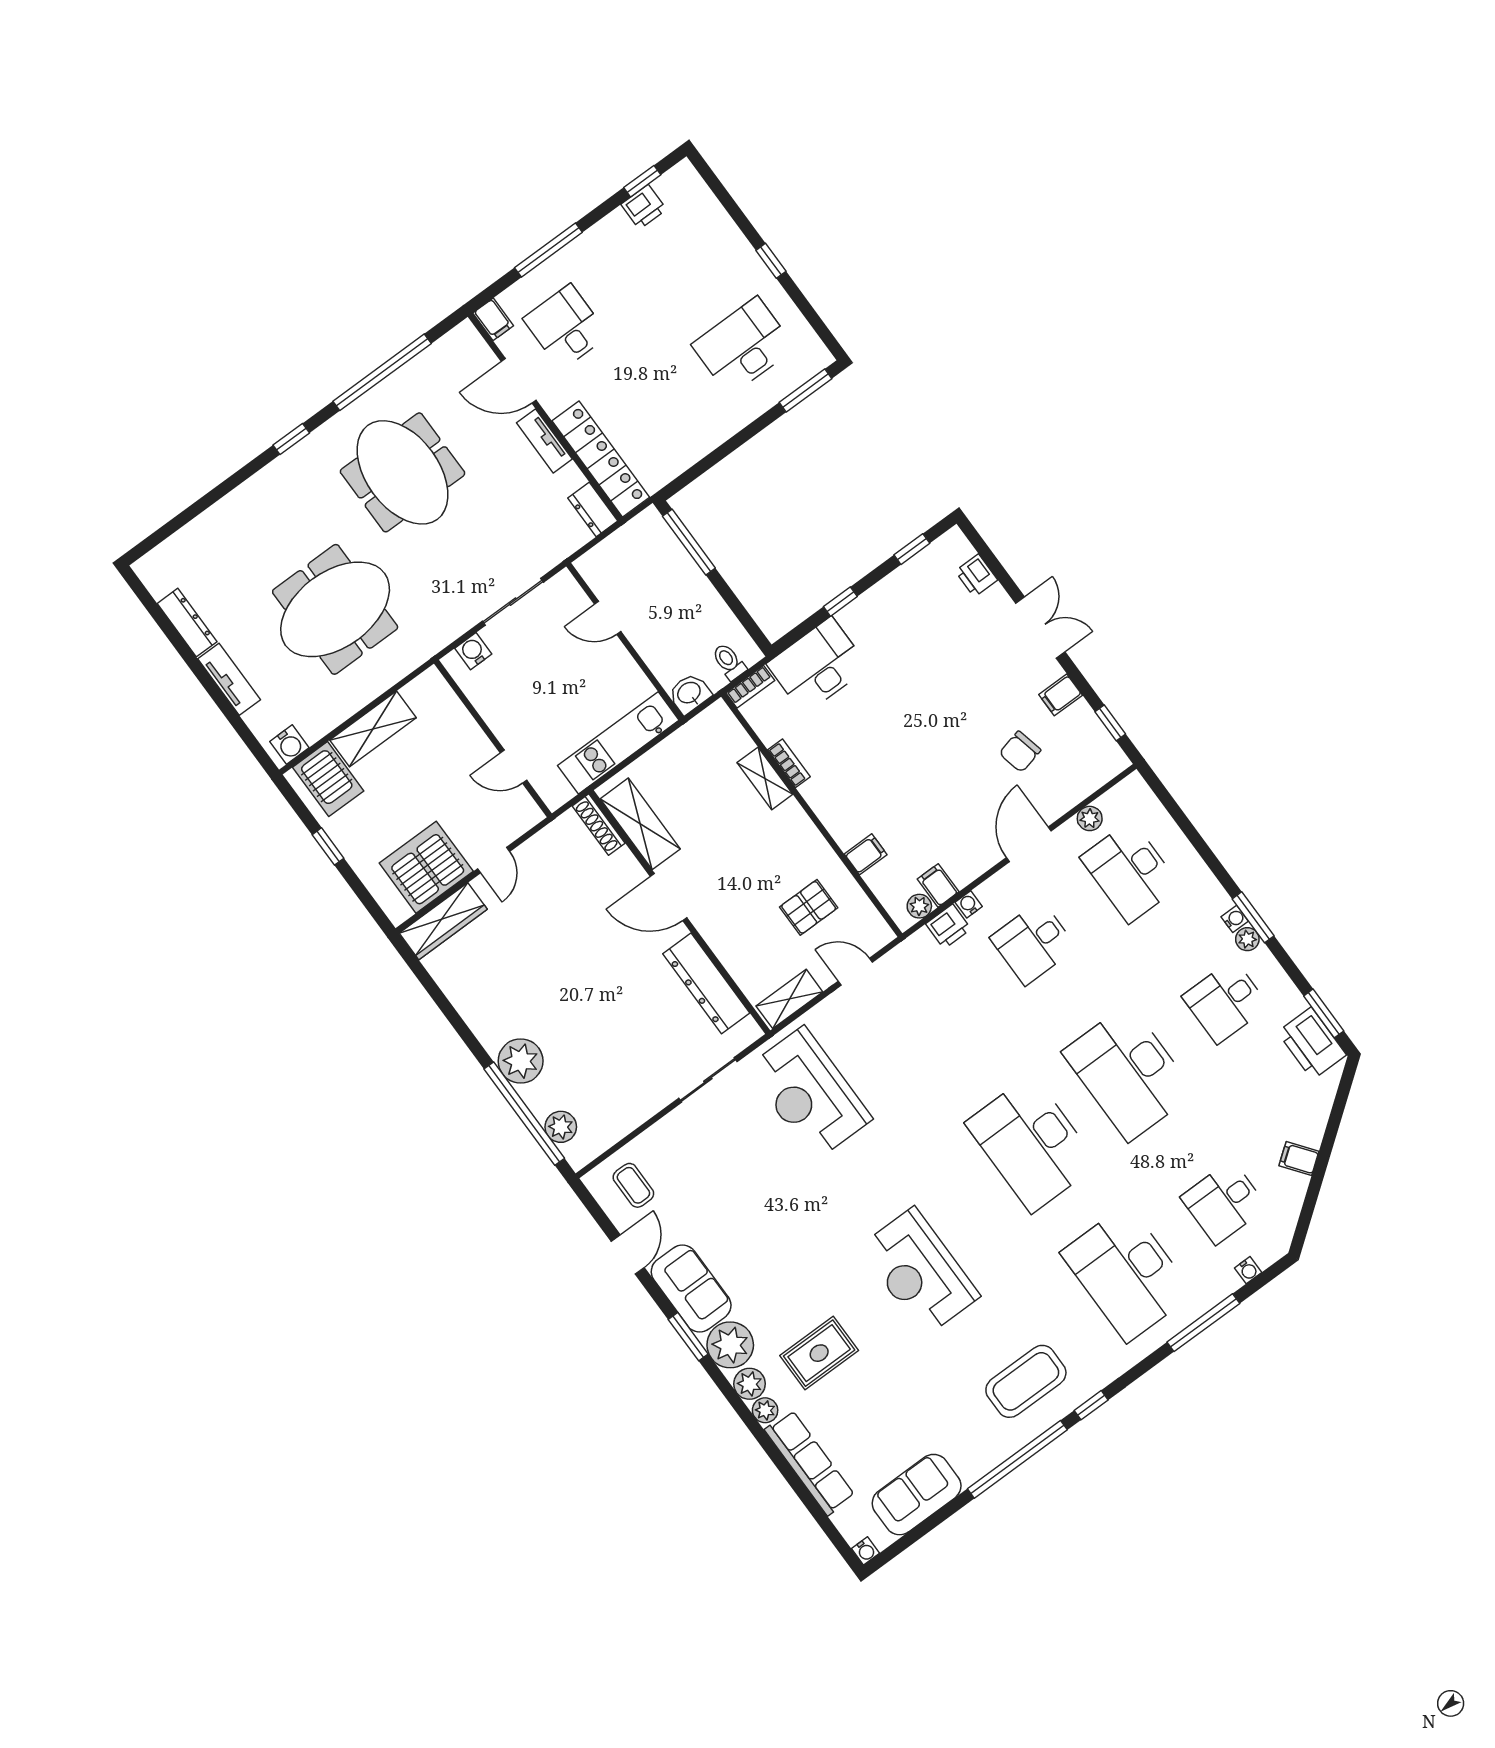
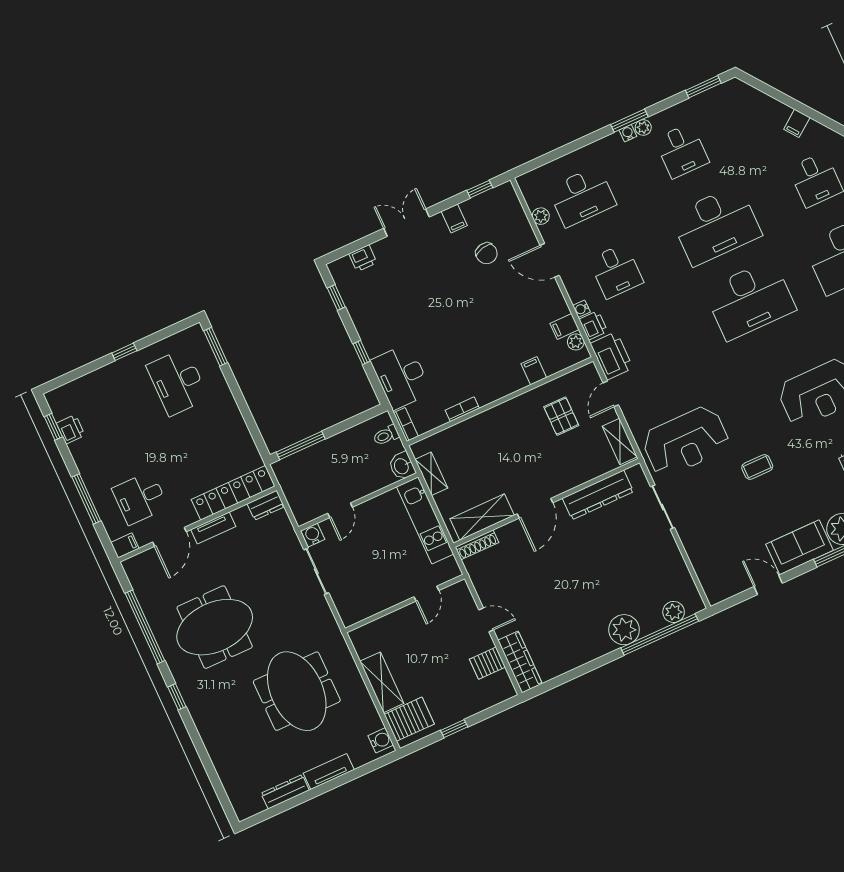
water cooler: (473, 651) -> (313, 535), moved, turned 90
shelving: (765, 778) -> (431, 474), moved, turned 90
server rack: (426, 867) -> (487, 663), width x0.46, depth x0.70
printer: (1312, 1043) -> (612, 356), moved, turned -90
coffee table: (633, 1185) -> (757, 467), moved

